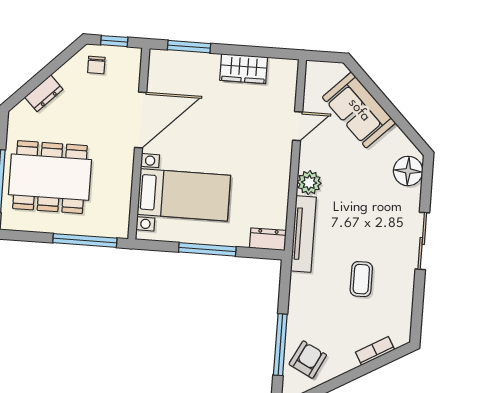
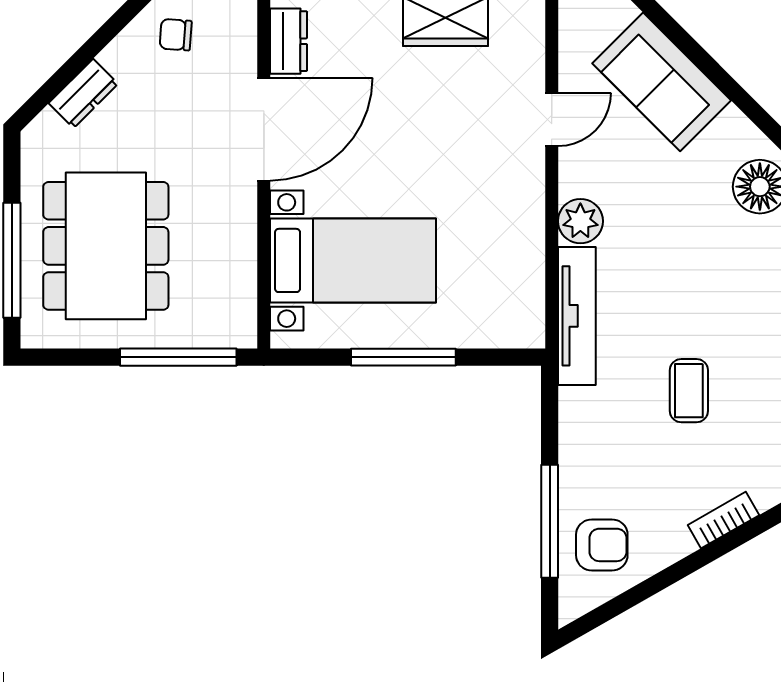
chair: (96, 65) -> (176, 35), turned 94
dining table: (50, 177) -> (106, 246), turned 90
dresser: (268, 239) -> (289, 41), moved, turned 90
armchair: (308, 360) -> (602, 545), turned 63

